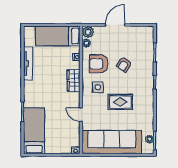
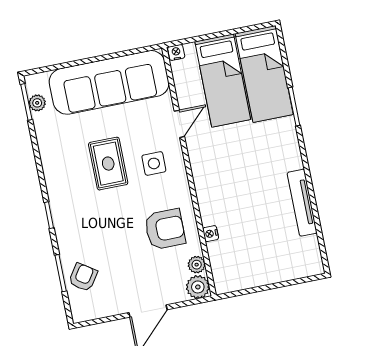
bed: (58, 36) -> (223, 81), moved, turned 90
armchair: (124, 64) -> (83, 277), moved
wardrobe: (74, 80) -> (207, 187), removed
side table: (98, 87) -> (154, 163), moved
rug: (120, 102) -> (108, 164), turned 90
door: (81, 115) -> (179, 124), hinge flipped

